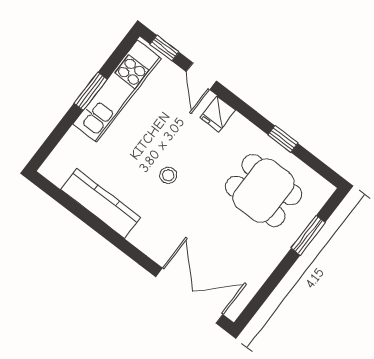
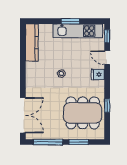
door: (201, 76) -> (107, 58), hinge flipped
dining table: (264, 190) -> (83, 113), width x1.37
kitchen counter: (101, 204) -> (32, 42), moved
window: (268, 288) -> (48, 142), added

